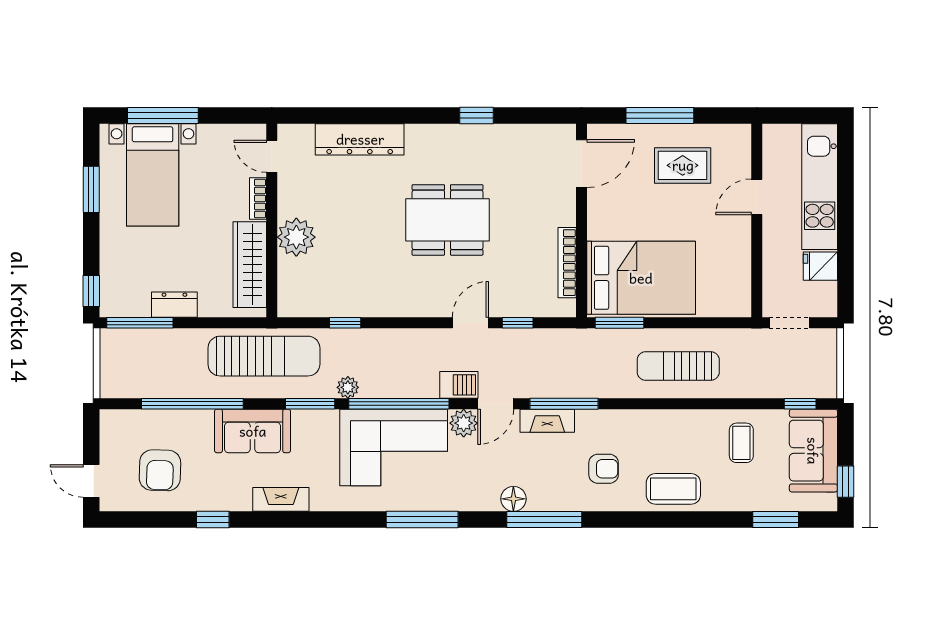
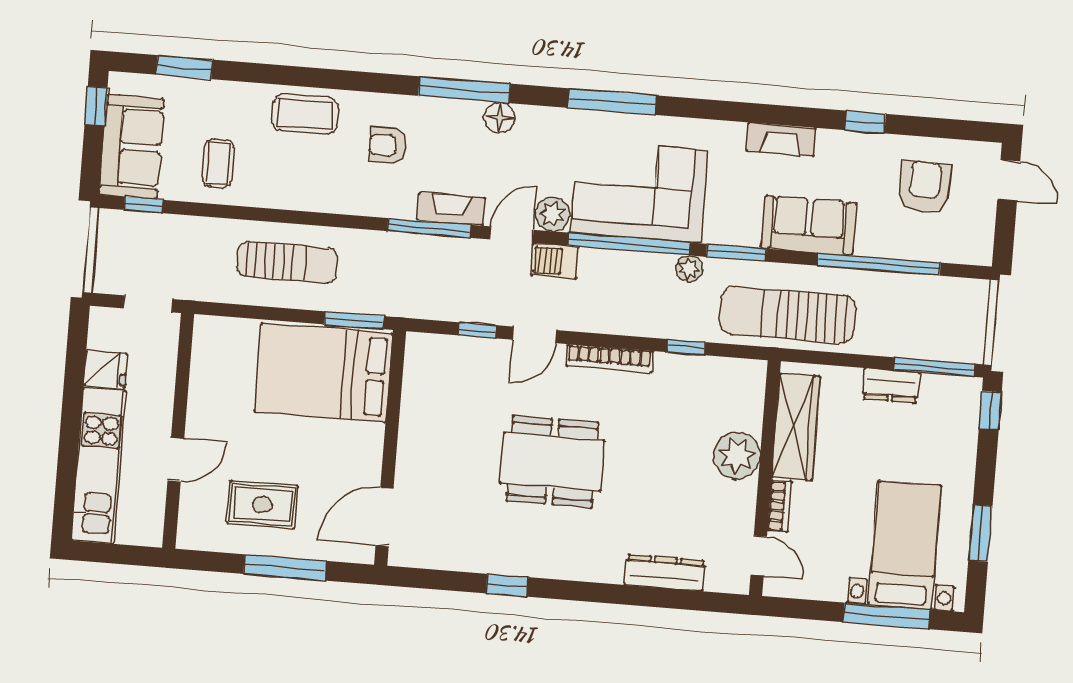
dresser: (360, 139) -> (665, 573), width x0.73, depth x0.80
bookcase: (567, 263) -> (610, 358), moved, turned 90

